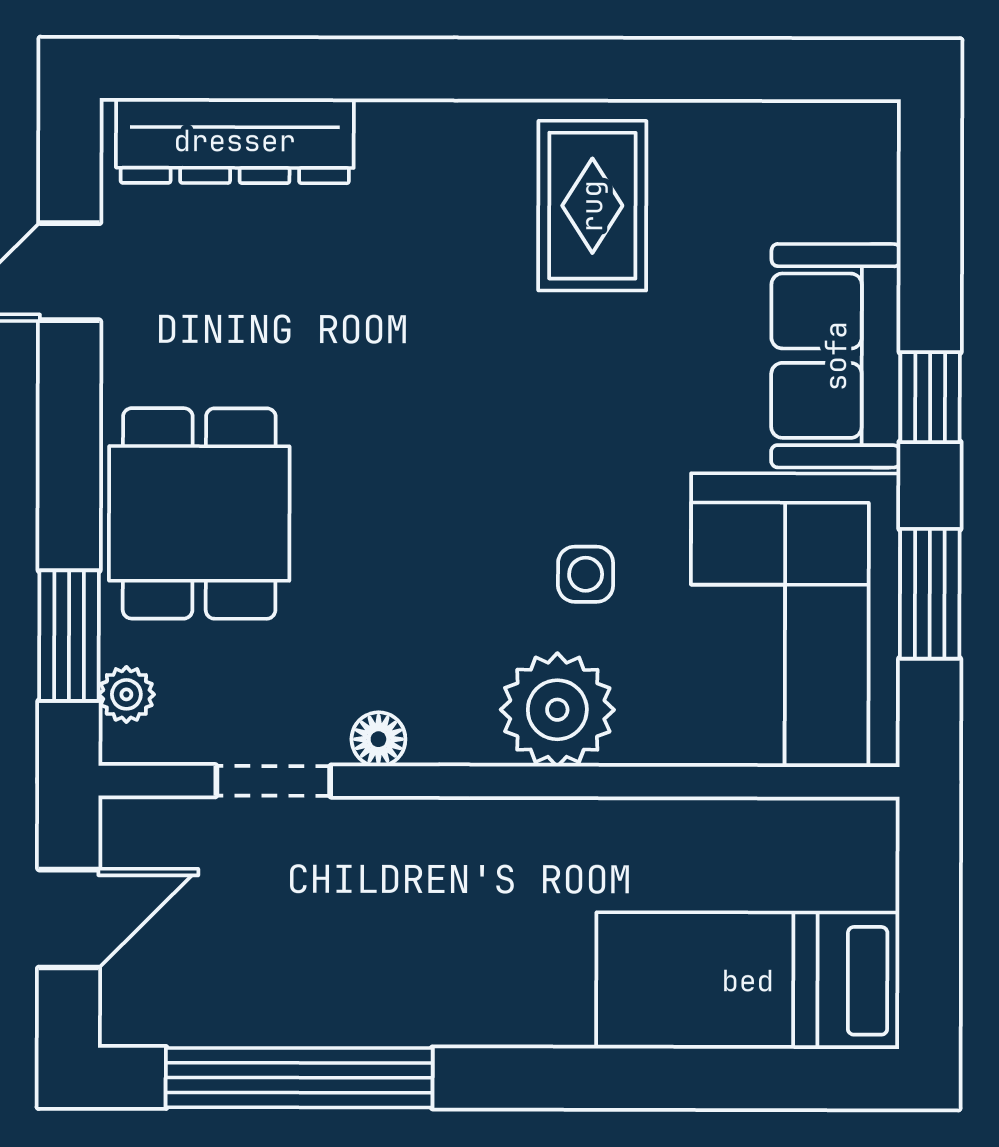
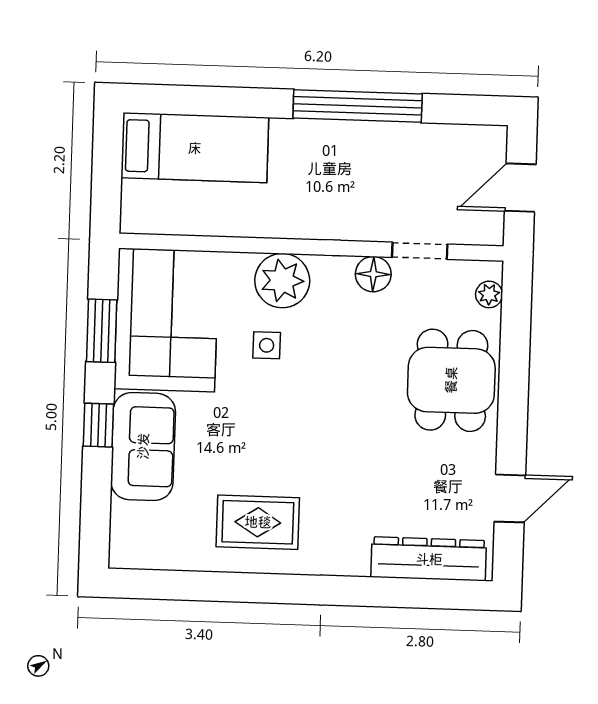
rug: (592, 206) -> (258, 522), turned 90
window: (69, 636) -> (516, 324), removed
floor lamp: (378, 739) -> (373, 274), width x1.37, depth x1.37
window: (299, 1078) -> (358, 106), moved

